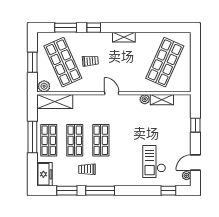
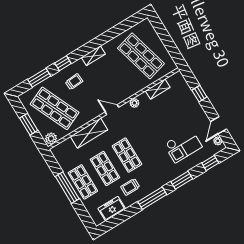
trolley: (90, 61) -> (74, 82), moved
shop shelf: (165, 62) -> (141, 56), turned -39
plant: (145, 99) -> (134, 103), moved
shelving: (55, 102) -> (89, 133), moved
checkout: (154, 161) -> (183, 146), turned -90
freezer: (45, 174) -> (112, 209), moved, turned -90
window: (67, 191) -> (182, 180), moved

